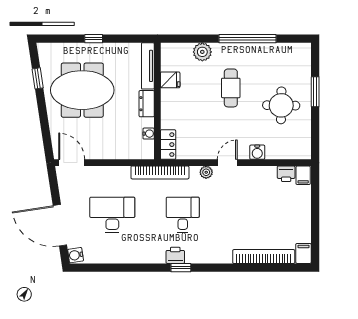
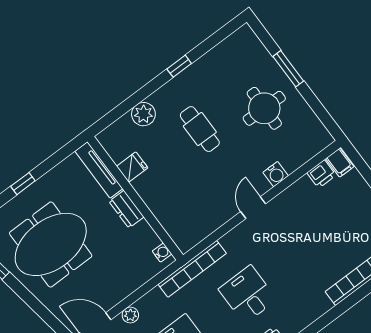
window: (248, 39) -> (179, 66), width x0.32
water cooler: (149, 134) -> (162, 253), moved
locker: (168, 145) -> (179, 234), removed
plant: (206, 172) -> (130, 315), moved

